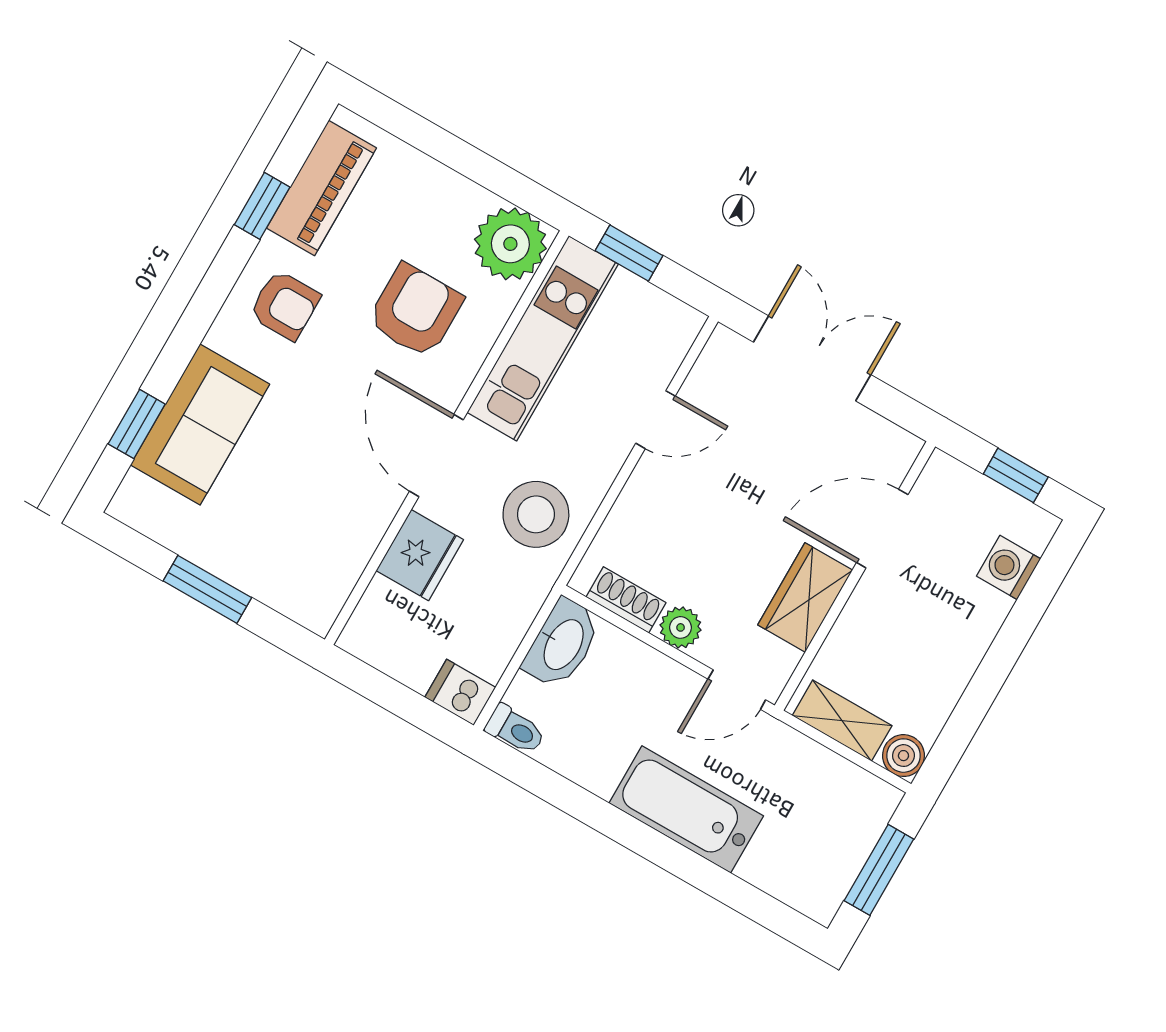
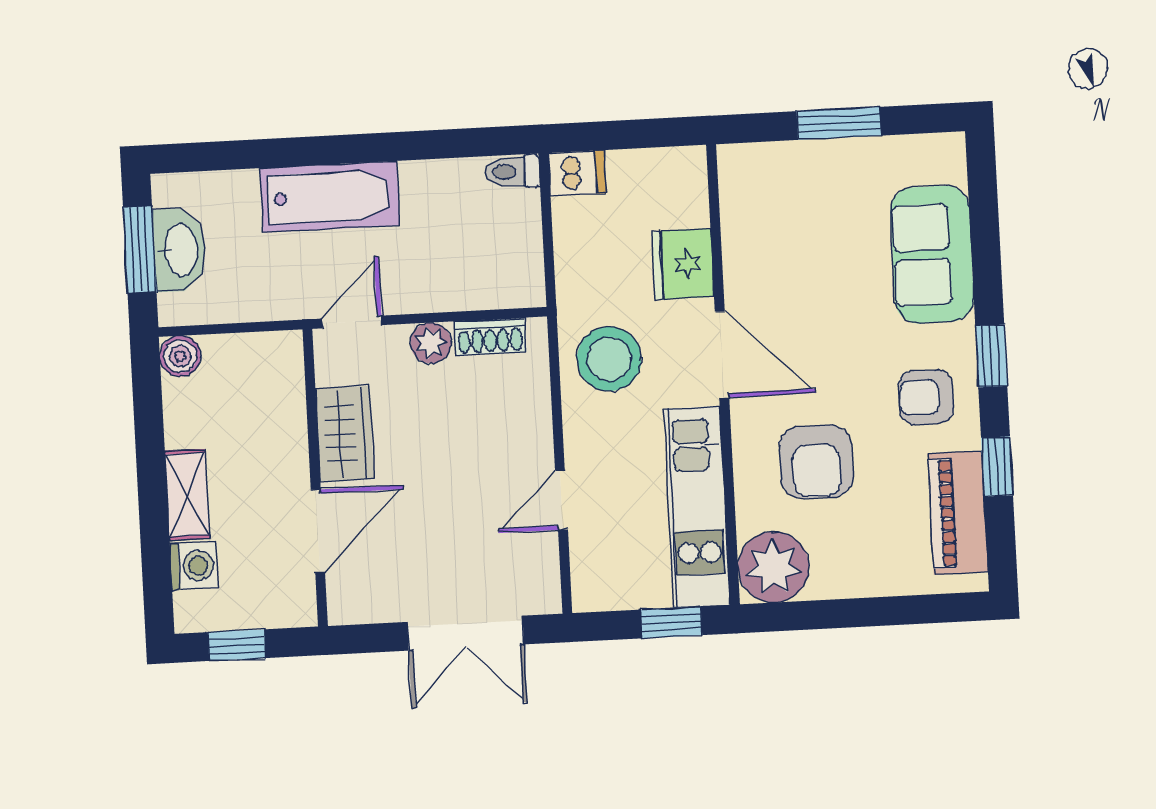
window: (137, 424) -> (991, 356), moved
washbasin: (562, 644) -> (180, 250), moved, turned 180
shelving: (842, 721) -> (187, 495), moved, turned 90

